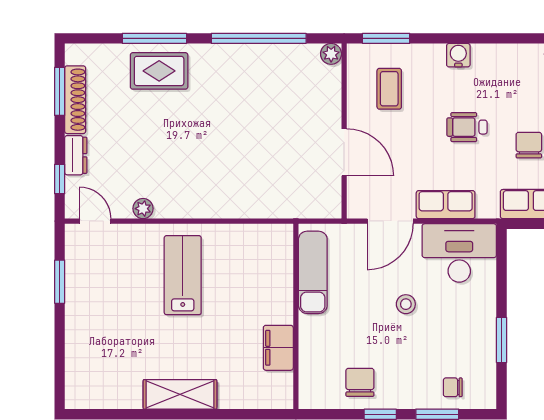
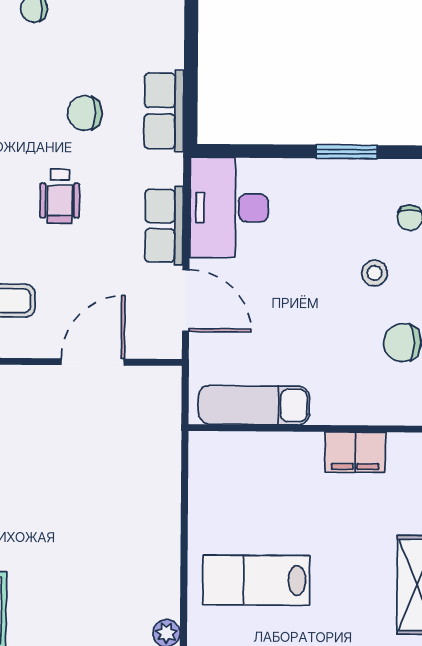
stool: (406, 304) -> (375, 273), moved

